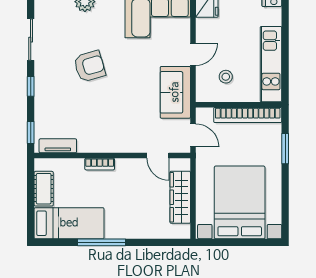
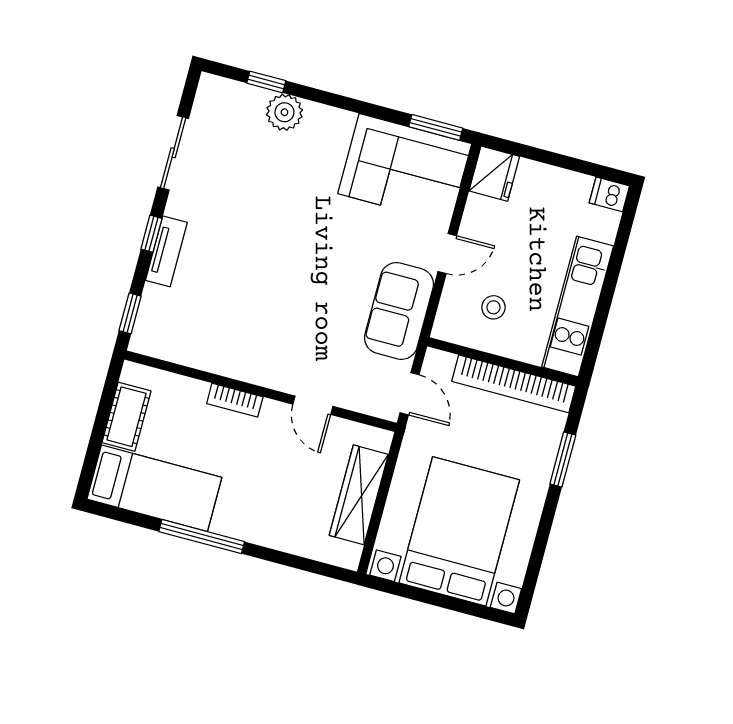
armchair: (90, 66) -> (263, 226), removed
tv unit: (58, 146) -> (166, 251), moved, turned 90
door: (158, 156) -> (313, 405), moved

